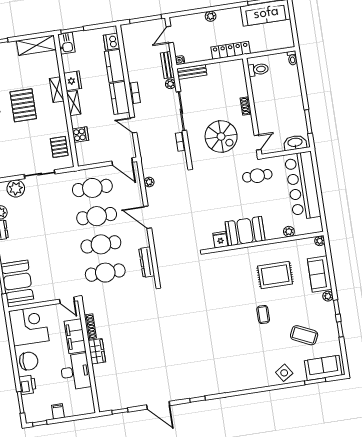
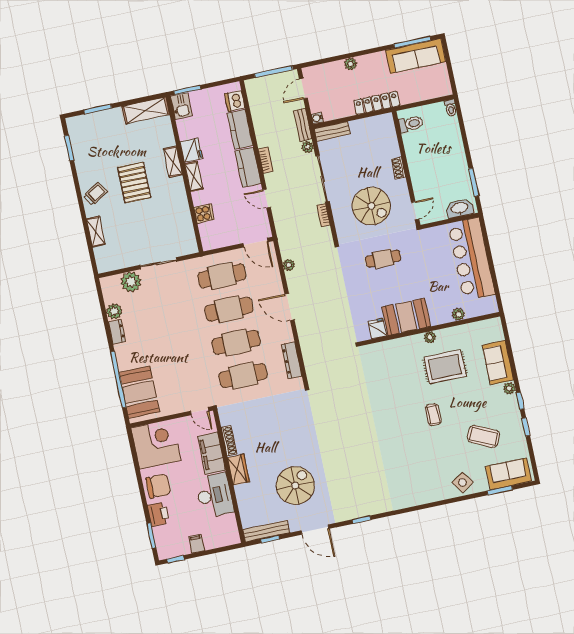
pallet: (59, 147) -> (180, 230), removed
cafe table: (257, 176) -> (383, 259), moved
plant: (320, 241) -> (430, 337), moved
spiral stairs: (144, 367) -> (295, 486), added
bench: (117, 404) -> (266, 531), added

